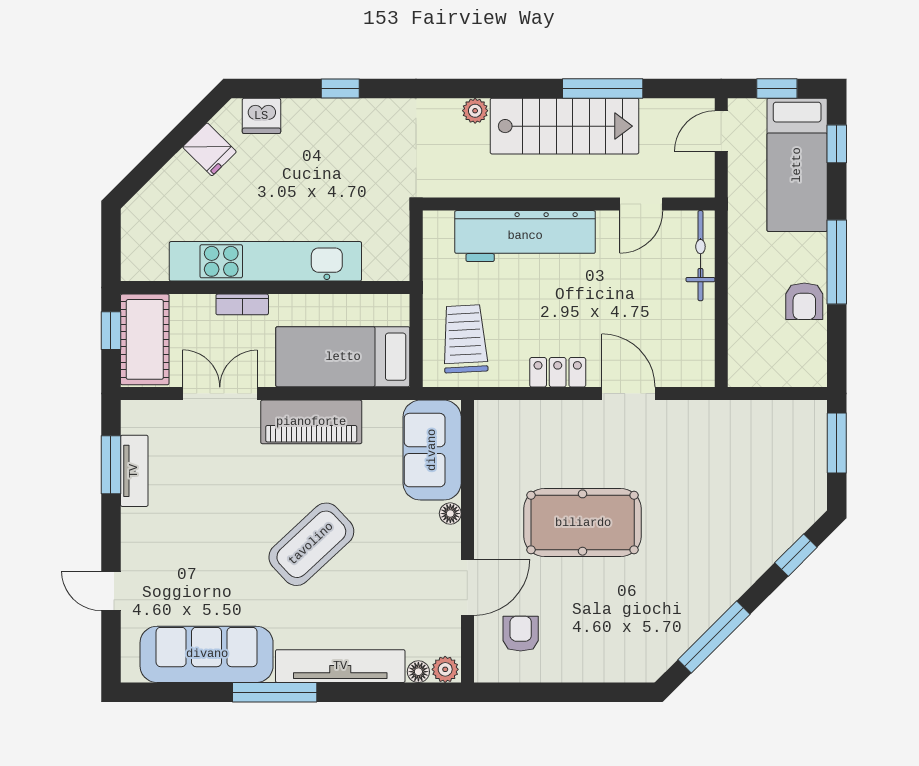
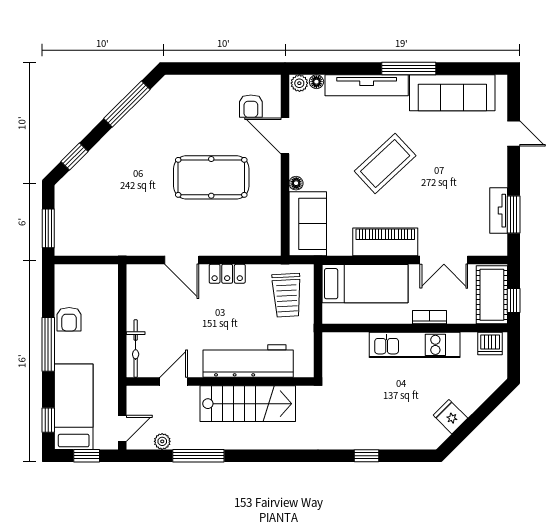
plant: (475, 111) -> (162, 441), moved
dishwasher: (261, 116) -> (490, 344), moved, turned 180
stairs: (564, 126) -> (248, 404), moved, turned 180
kitchen unit: (265, 261) -> (415, 345), width x0.73
armchair: (804, 301) -> (69, 319), turned 180
door: (467, 587) -> (285, 136), hinge flipped

